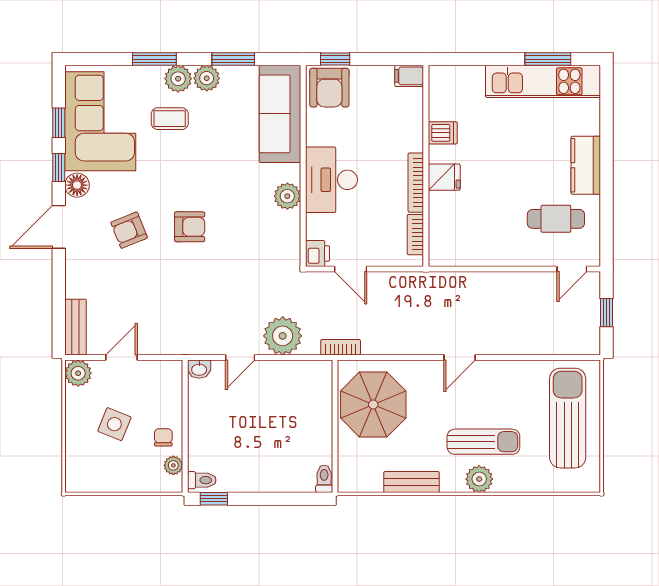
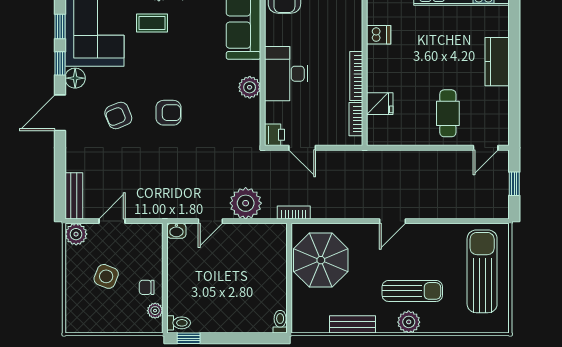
fridge: (444, 177) -> (380, 104), moved
cafe table: (556, 219) -> (448, 113), moved, turned 90
chair: (163, 437) -> (147, 287), turned -90

